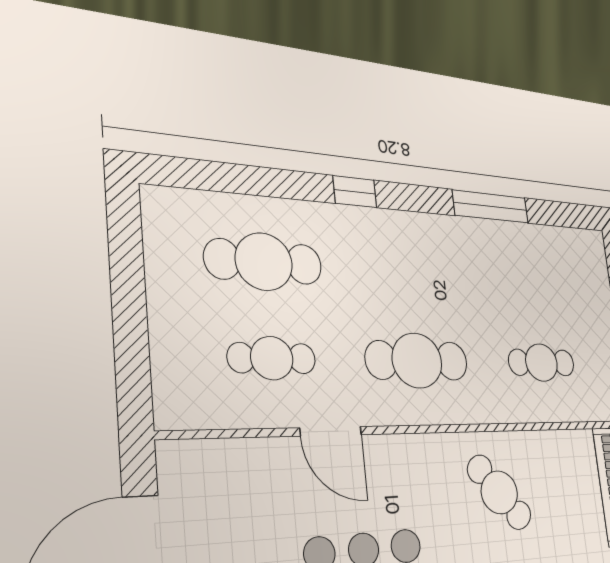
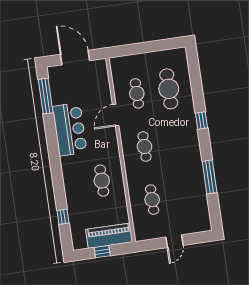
cafe table: (417, 361) -> (144, 147), width x0.73, depth x0.74
cafe table: (499, 492) -> (102, 181), turned -50

